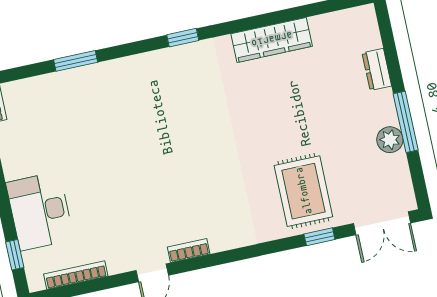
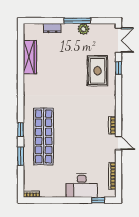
window: (183, 38) -> (21, 130), moved
wardrobe: (272, 40) -> (30, 57), moved
shop shelf: (131, 102) -> (44, 136), added
rug: (303, 191) -> (97, 71), turned 90

